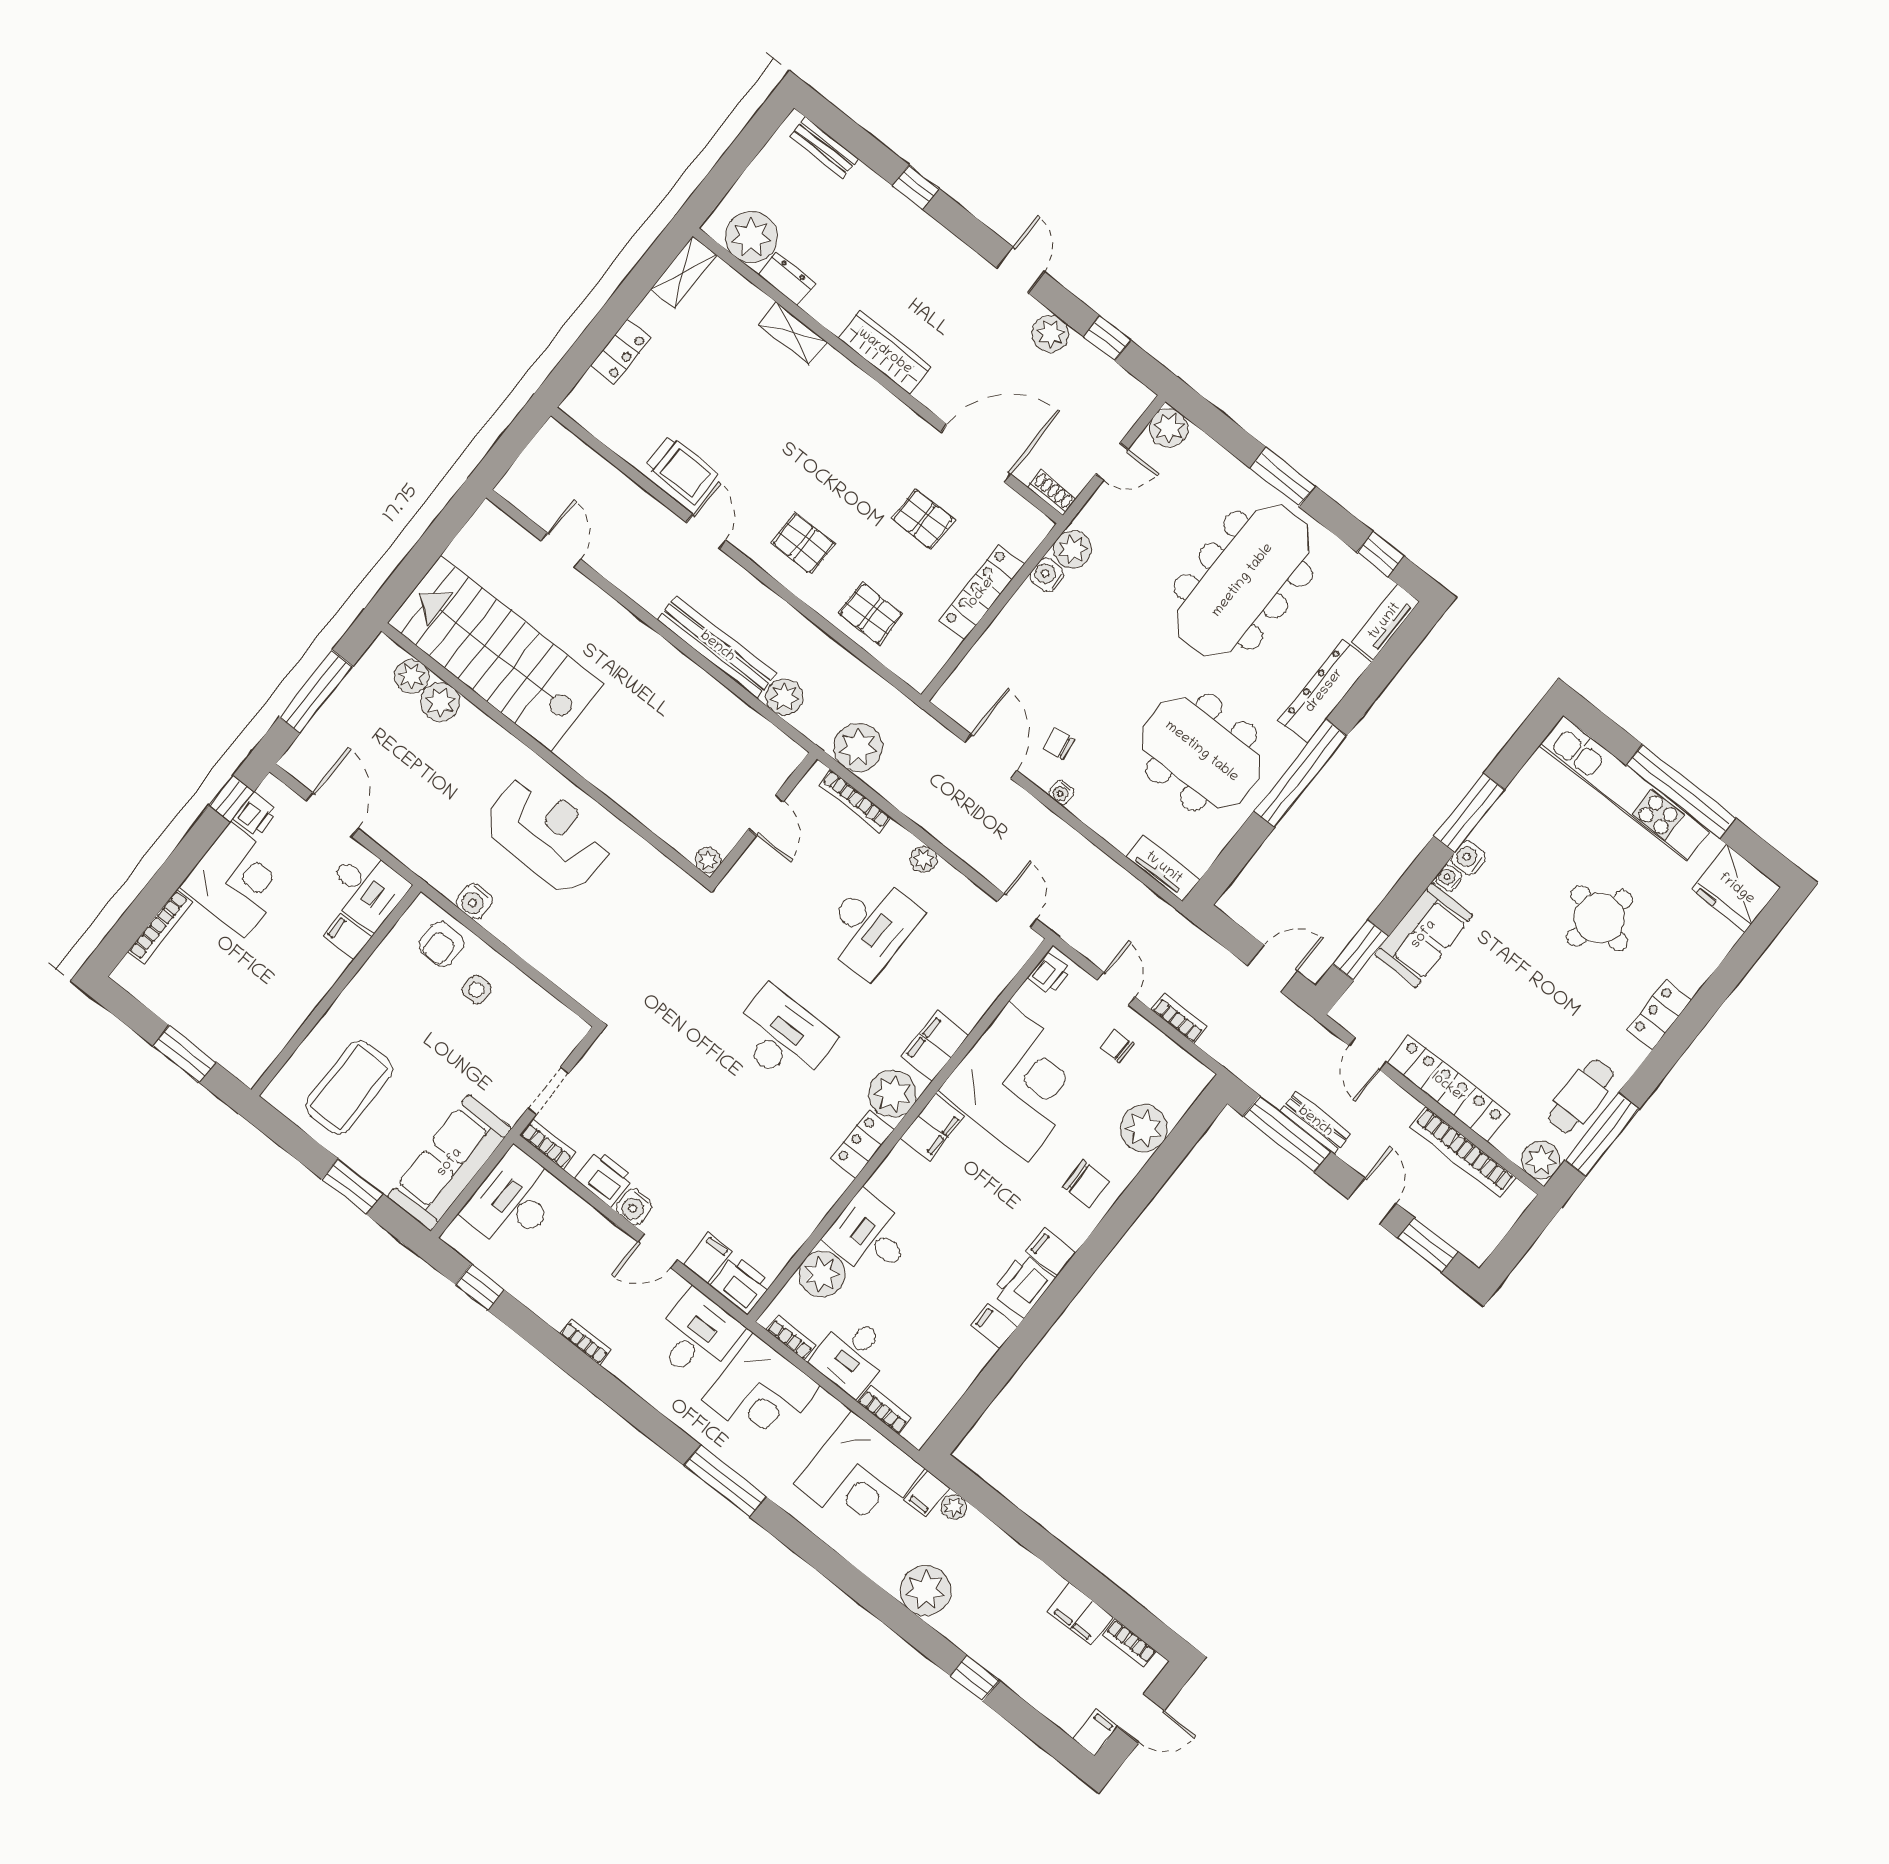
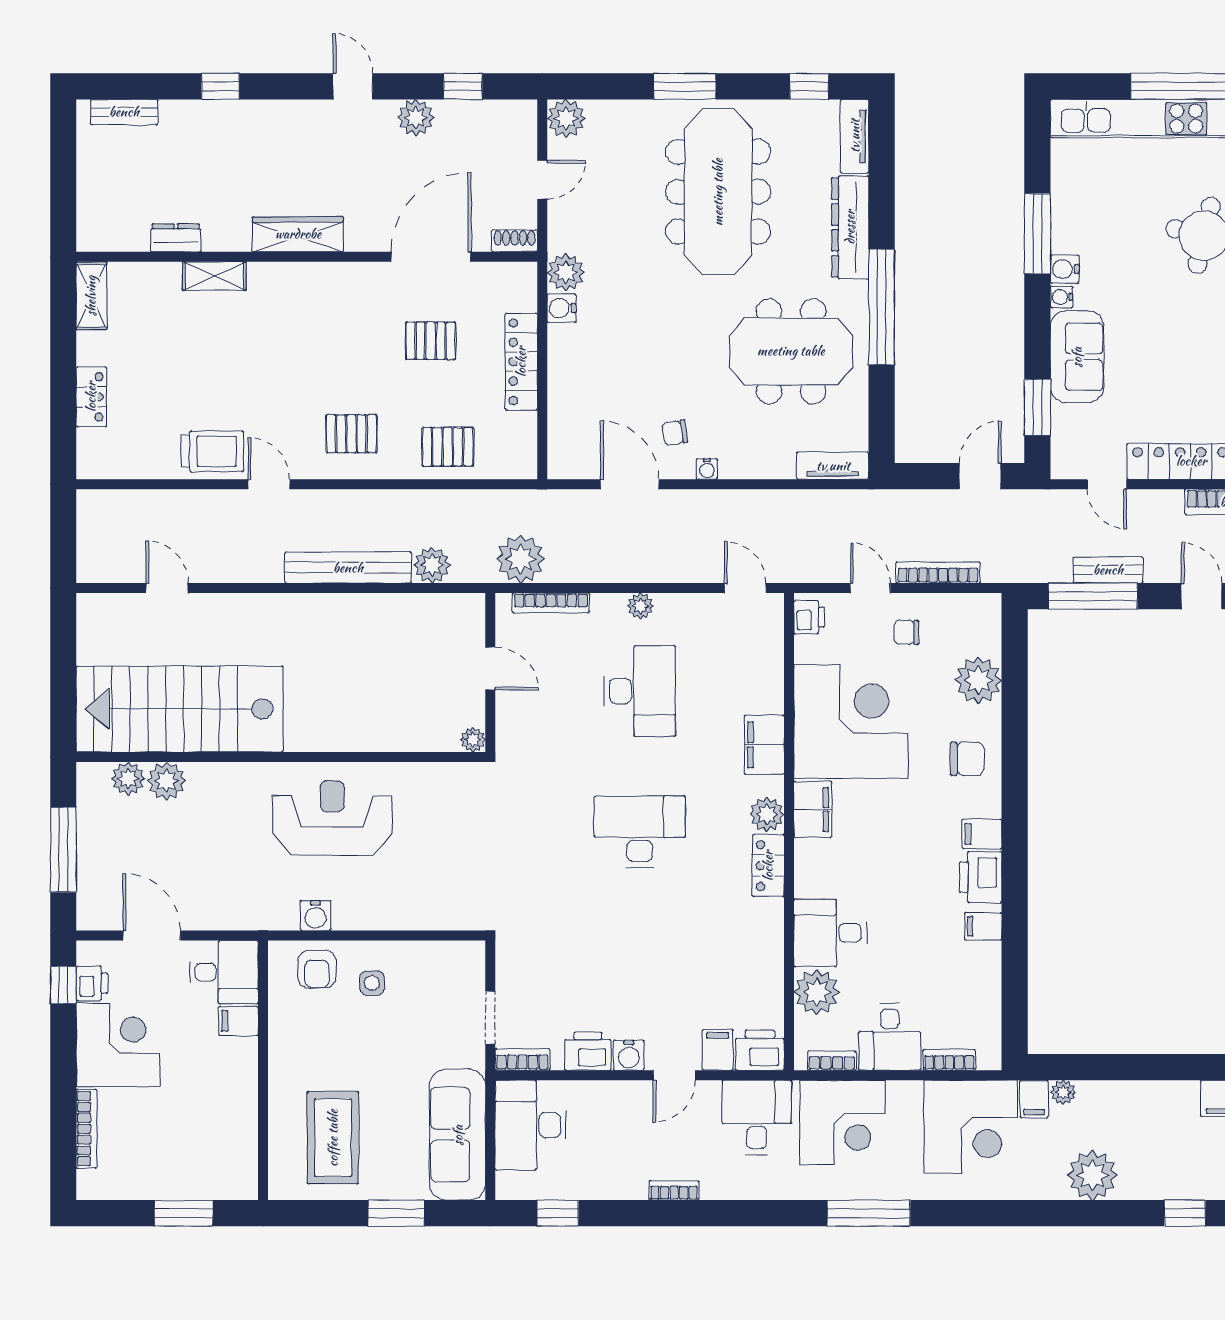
plant: (751, 237) -> (123, 227), removed
bookcase: (1179, 1018) -> (938, 572), width x1.56
plant: (892, 1094) -> (767, 814), width x0.73, depth x0.73

